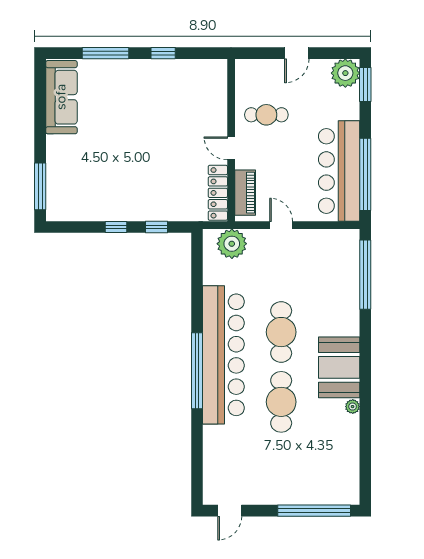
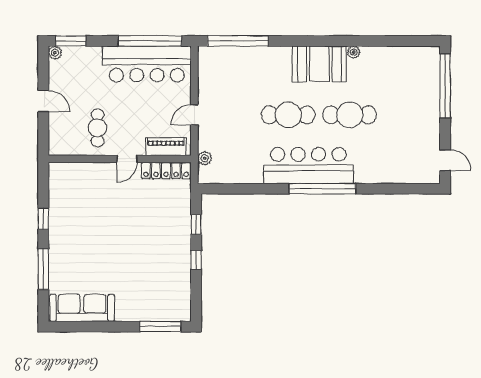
plant: (345, 73) -> (55, 53), width x0.53, depth x0.53
plant: (232, 244) -> (205, 158), width x0.53, depth x0.53
bar counter: (223, 355) -> (308, 166), width x0.73

